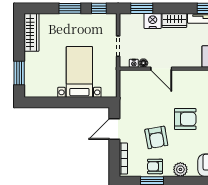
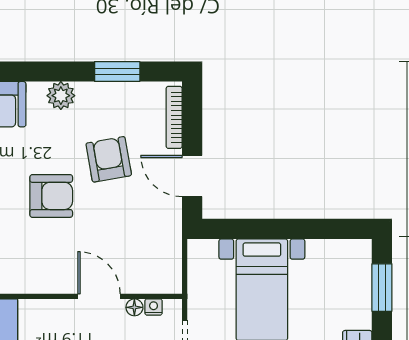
armchair: (185, 119) -> (51, 196), turned 180
door: (114, 129) -> (192, 176), swing flipped
armchair: (155, 166) -> (111, 102), removed

